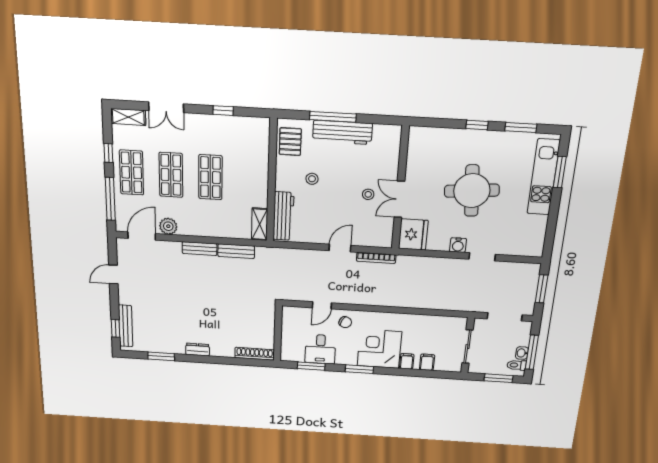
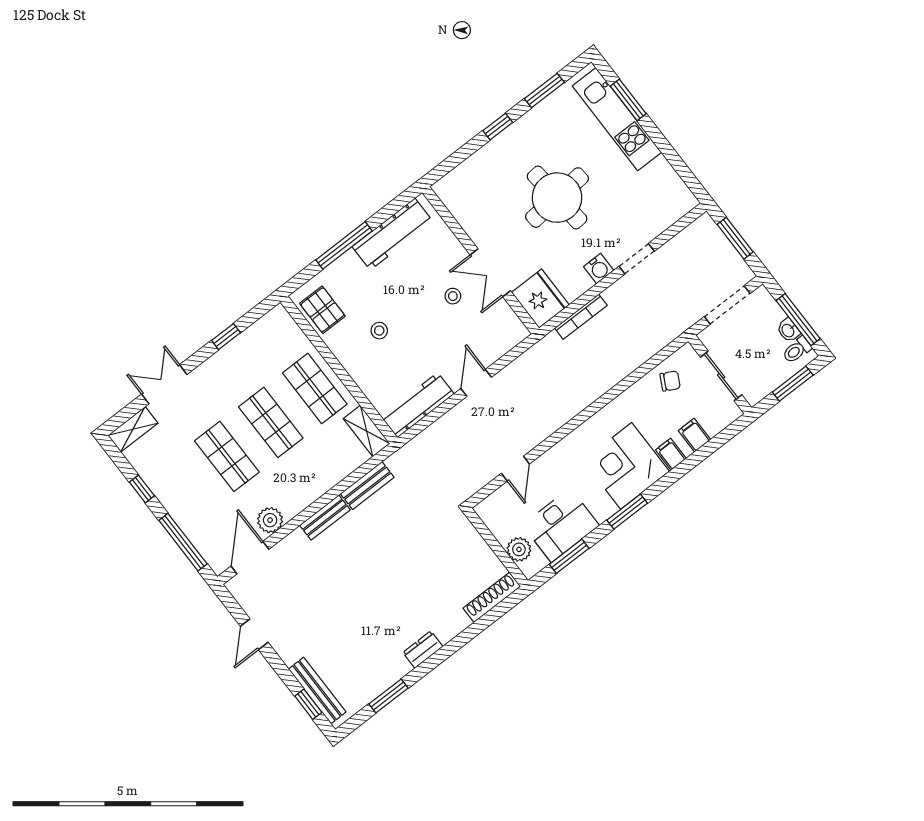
double door: (166, 107) -> (164, 384), swing flipped
workbench: (342, 132) -> (393, 234), moved
shop shelf: (132, 173) -> (315, 389), moved
workbench: (283, 216) -> (418, 405), moved, turned -90
bookcase: (376, 258) -> (581, 317), moved
chair: (345, 322) -> (670, 381), moved
plant: (289, 343) -> (519, 549), added
desk: (320, 349) -> (561, 525), width x1.37

